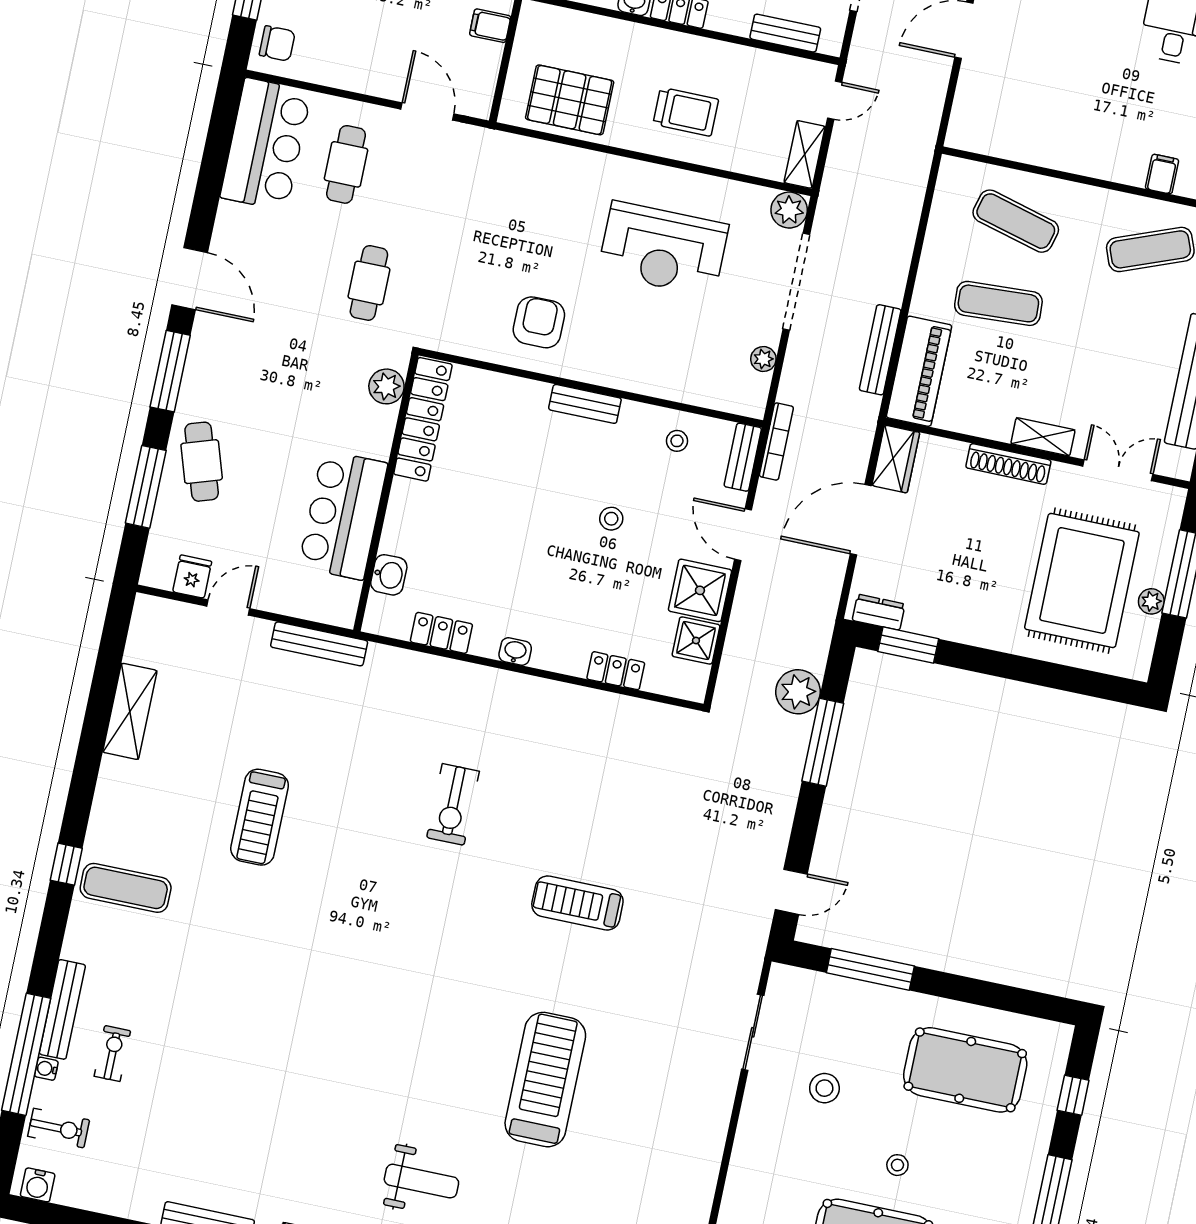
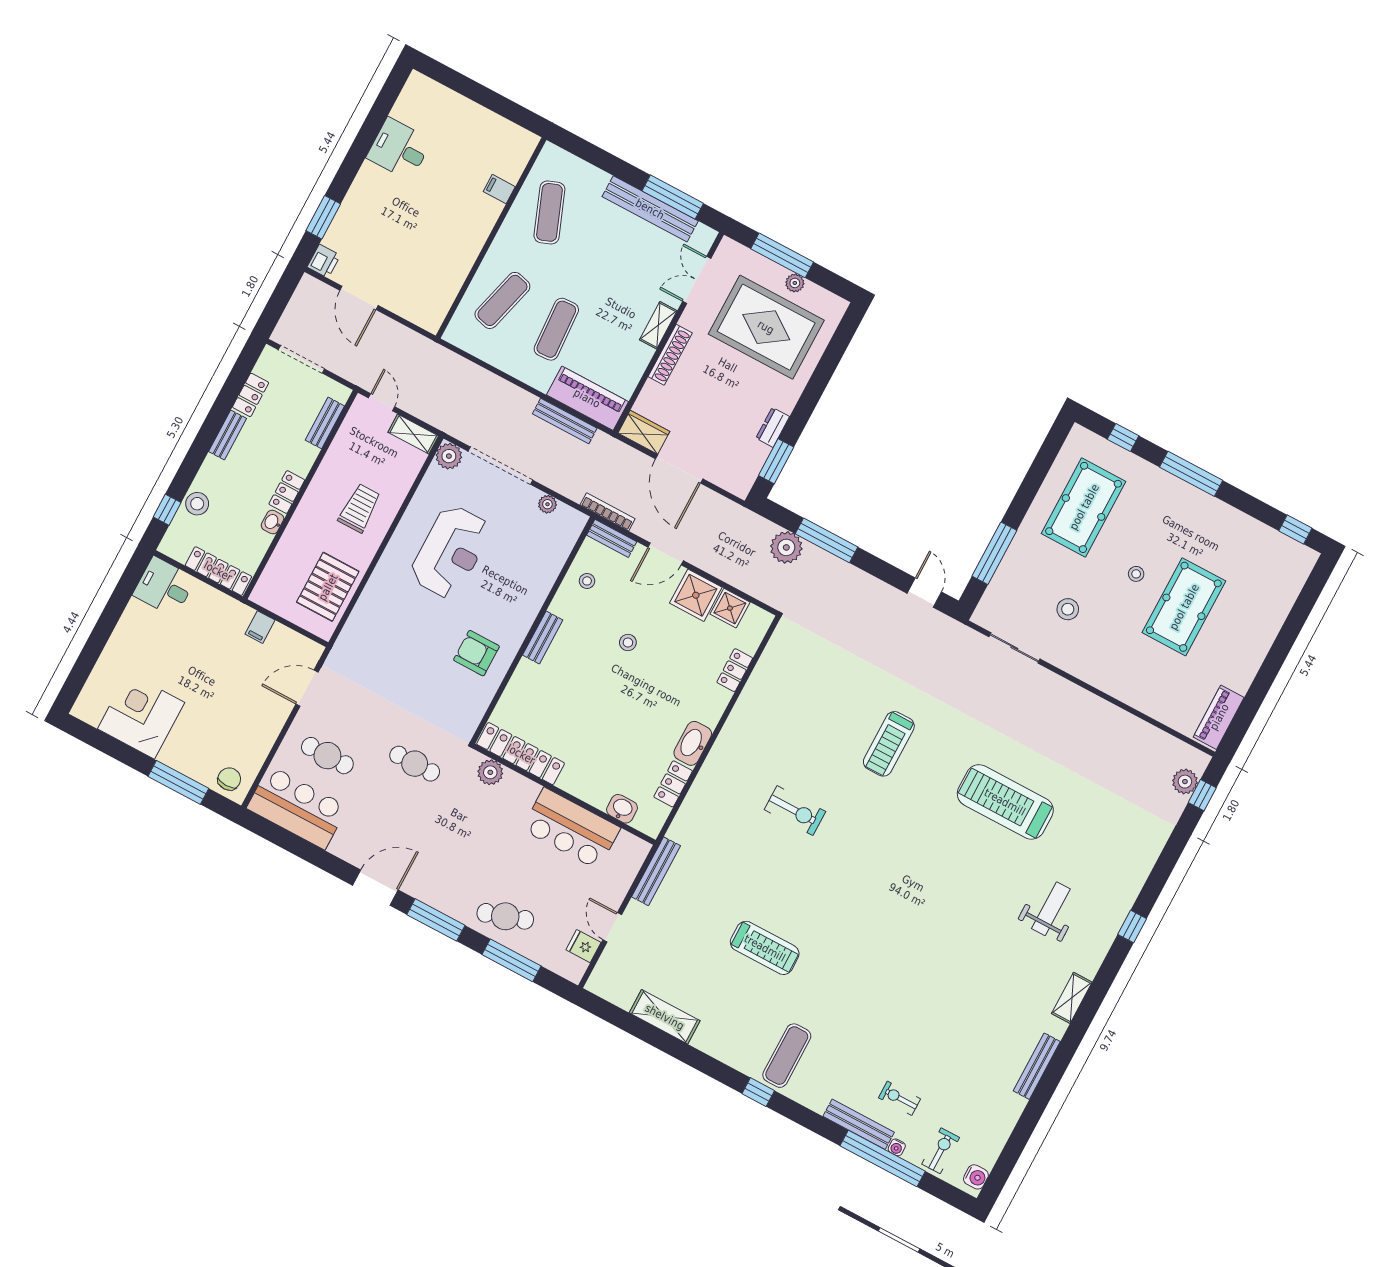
dresser: (879, 612) -> (773, 427), moved
washbasin: (515, 652) -> (693, 743), width x1.91, depth x1.45

